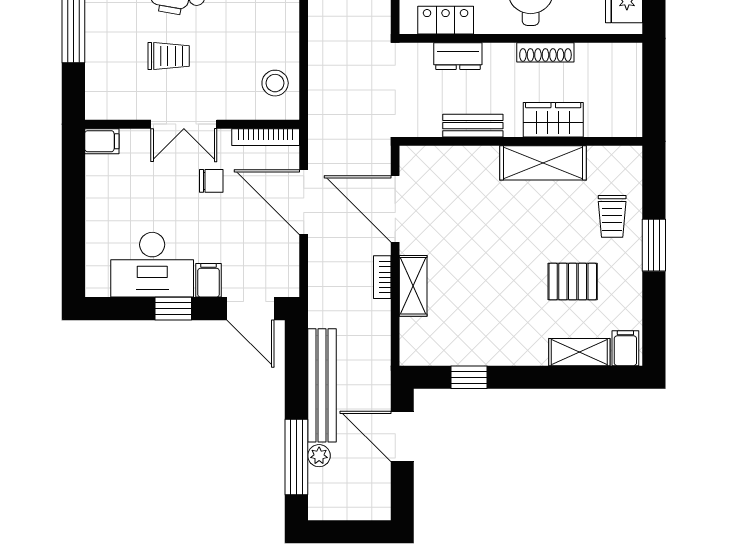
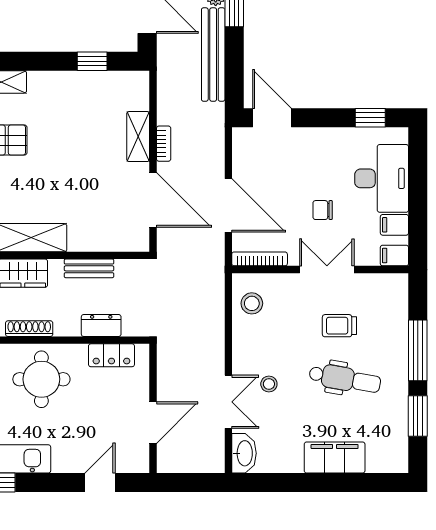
chair: (211, 181) -> (323, 210), moved
desk: (152, 265) -> (382, 178), moved, turned 90
filing cabinet: (209, 280) -> (394, 225), moved, turned 90
window: (173, 309) -> (370, 118), moved

